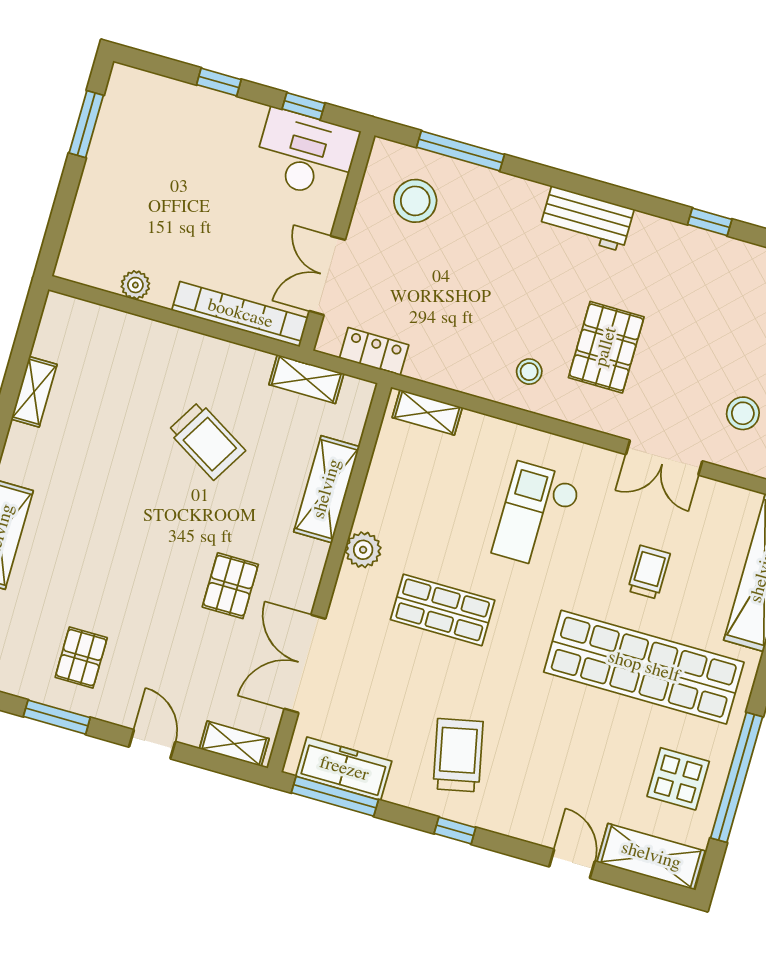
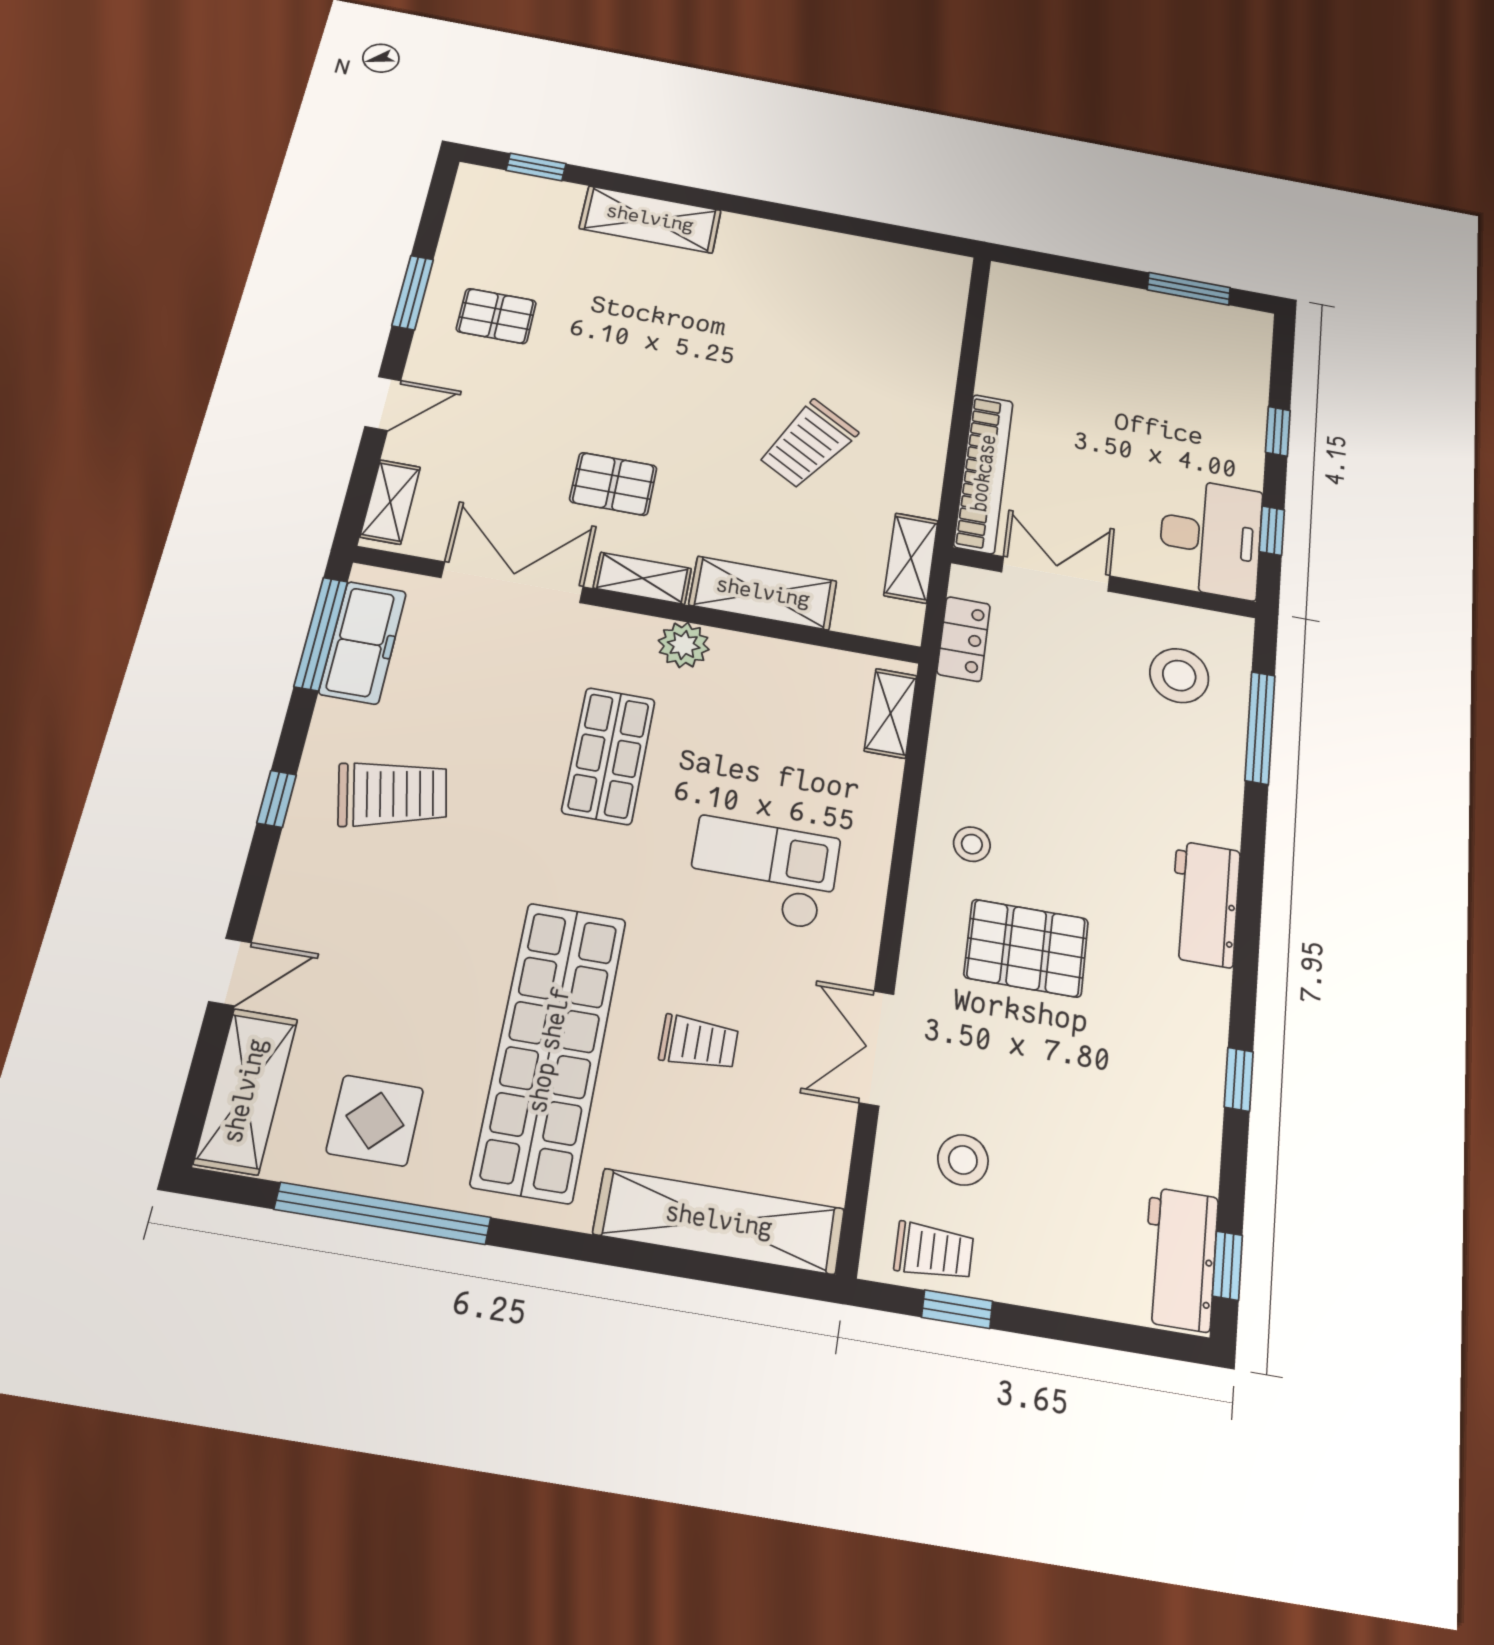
plant: (135, 285) -> (998, 352), removed
shelving: (34, 392) -> (642, 578), moved

